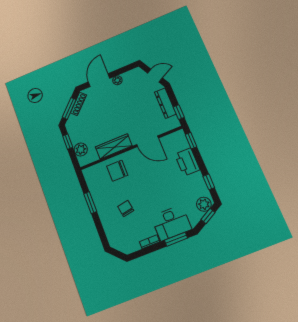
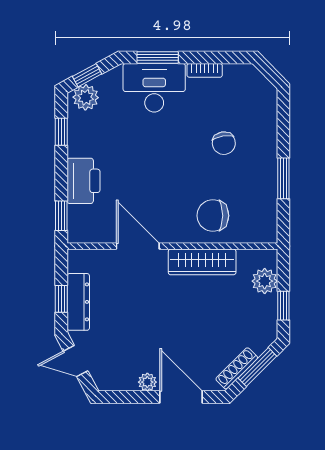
door: (99, 80) -> (181, 397), swing flipped
window: (179, 112) -> (61, 299), moved
chair: (117, 171) -> (213, 216), turned 180

